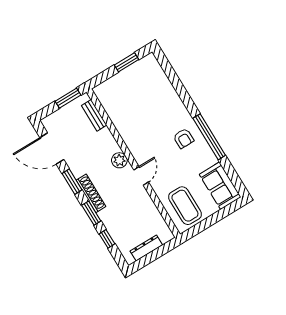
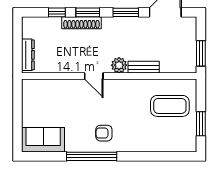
bench: (94, 115) -> (144, 67), moved
shoe rack: (91, 193) -> (81, 23), moved
coffee table: (185, 206) -> (170, 106), moved
dresser: (146, 248) -> (28, 55), moved

